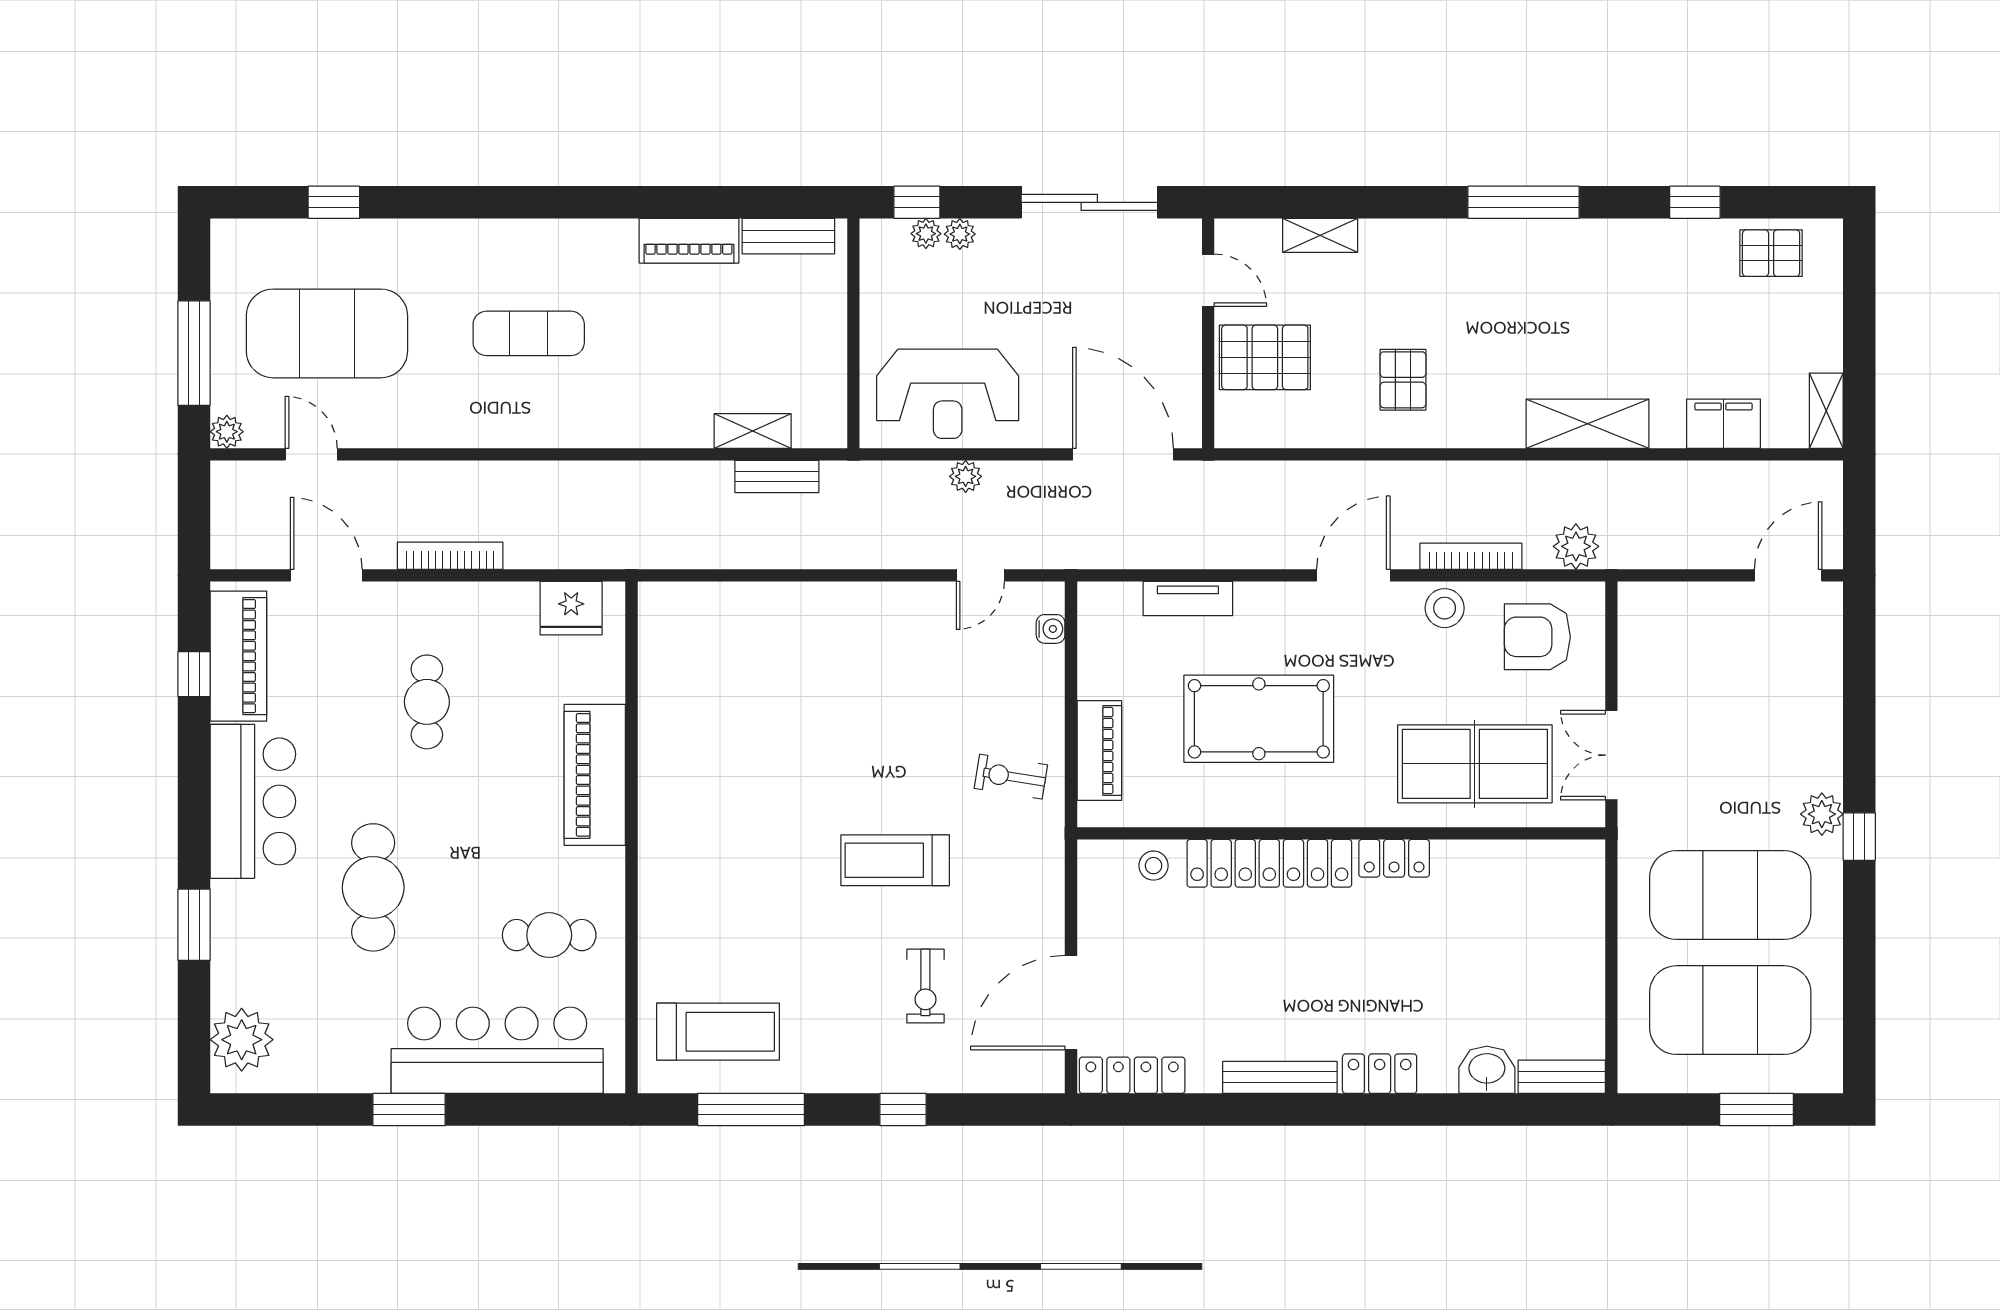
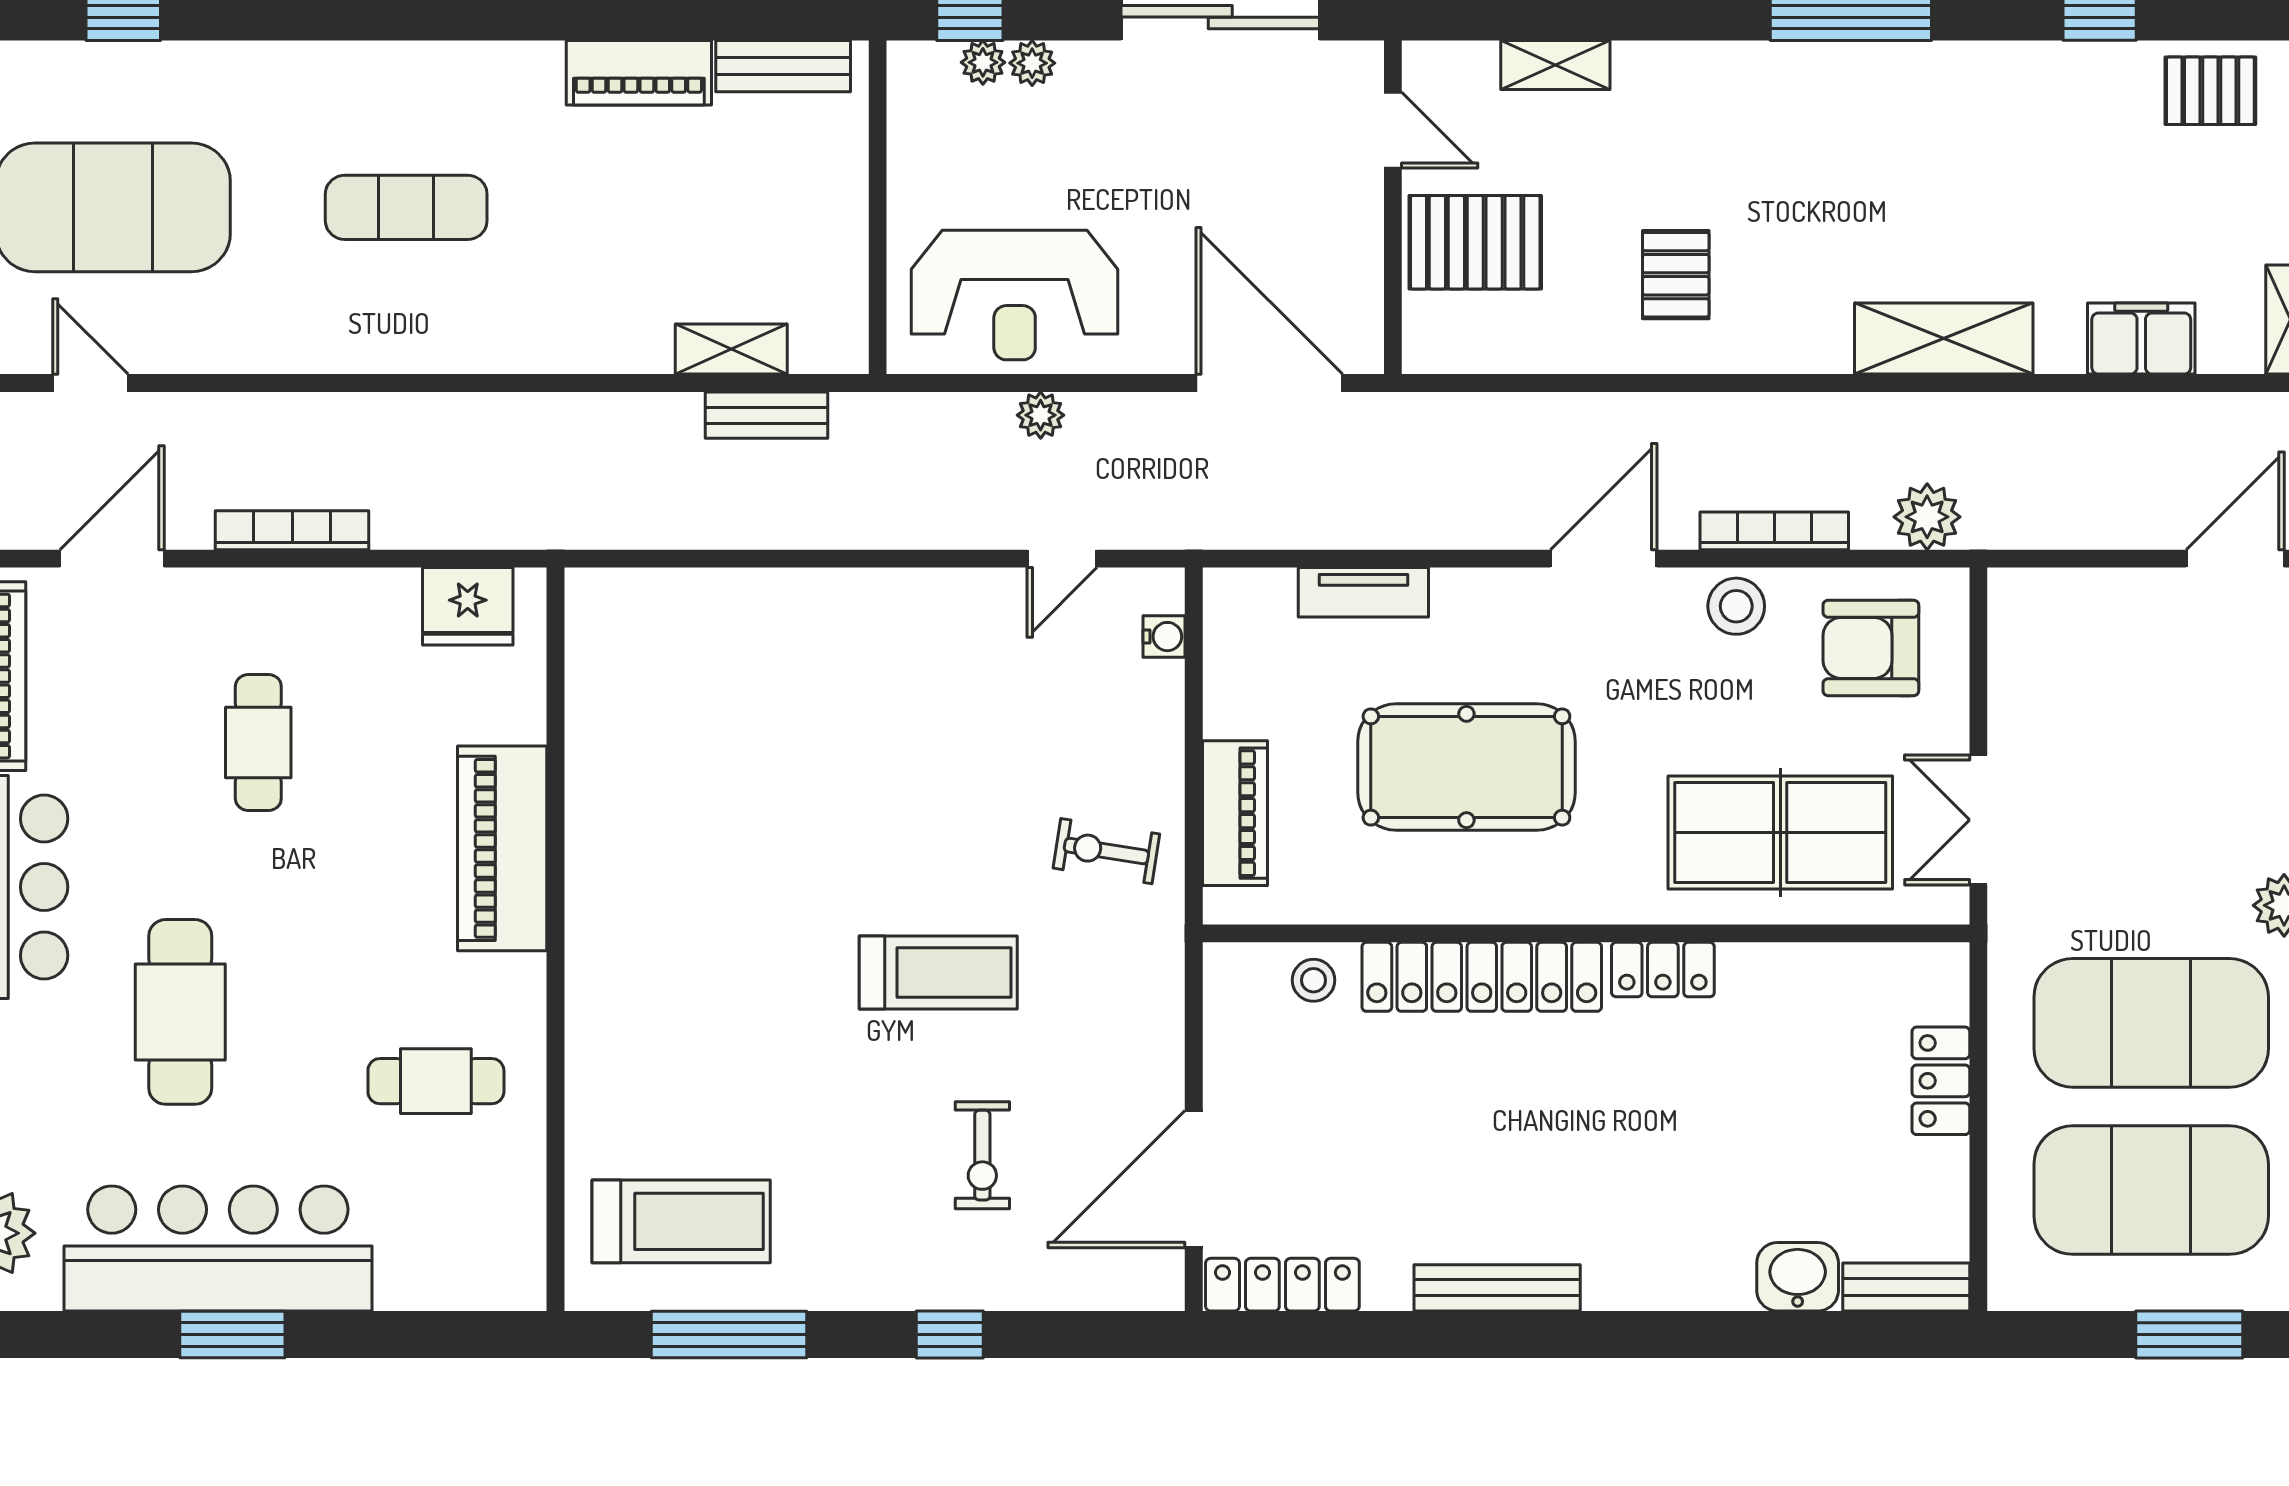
door: (326, 575) -> (112, 559), hinge flipped
treadmill: (895, 860) -> (938, 972), turned 180
bar counter: (497, 1050) -> (218, 1248), moved
locker: (1380, 1074) -> (1941, 1081), moved, turned -90

